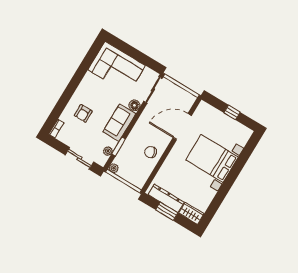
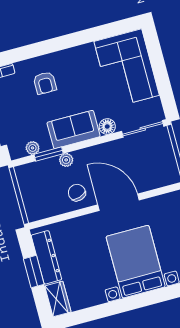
armchair: (83, 113) -> (45, 83), turned -90
door: (182, 127) -> (119, 202), moved
plant: (114, 168) -> (66, 160), moved

